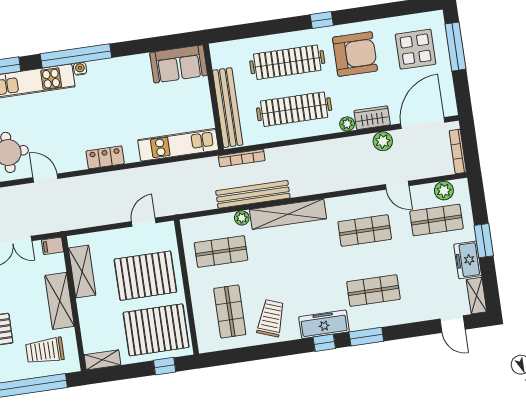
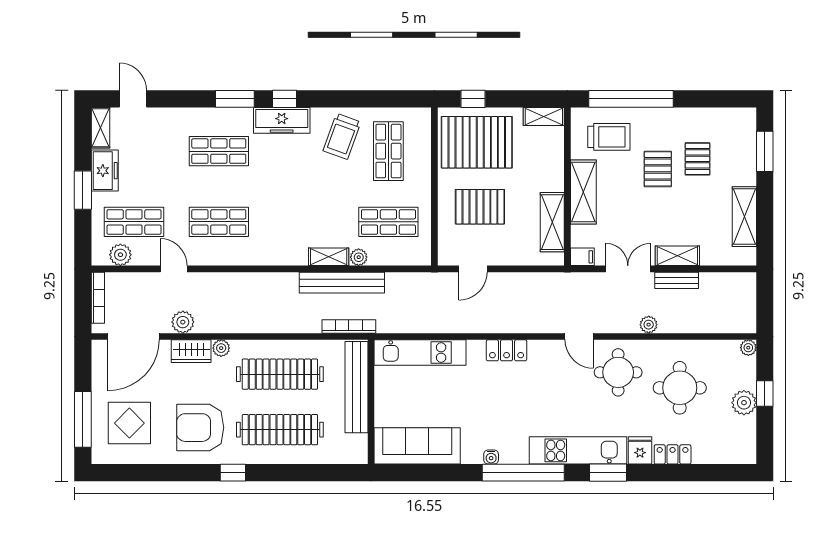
sofa: (179, 64) -> (417, 446), width x1.36
water cooler: (80, 69) -> (491, 457), moved
shelving: (288, 214) -> (329, 257), width x0.45, depth x0.75
pallet: (145, 276) -> (480, 207), width x0.73, depth x0.71

